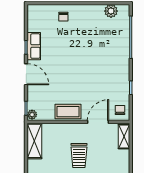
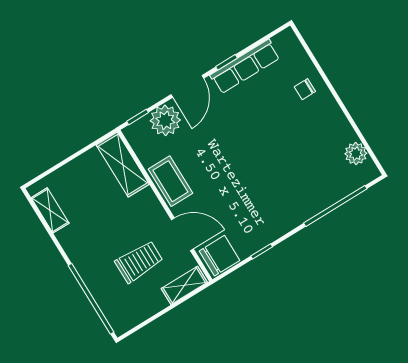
row of seats: (34, 46) -> (245, 66), width x1.48
chair: (120, 110) -> (219, 256), width x1.87, depth x1.87
plant: (32, 115) -> (165, 120), moved, width x1.88, depth x1.88
shelving: (34, 141) -> (123, 165), moved, turned 90
trolley: (79, 156) -> (139, 262), moved, turned 180

